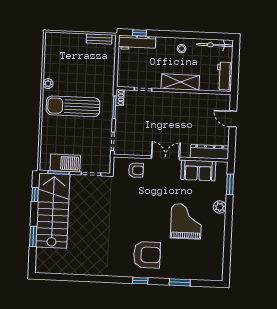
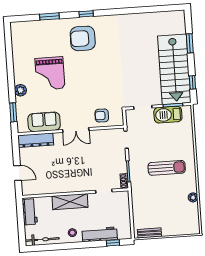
workbench: (137, 43) -> (100, 234), moved
plant: (48, 84) -> (193, 197), moved
sun lounger: (73, 106) -> (167, 168), width x0.73, depth x0.75

